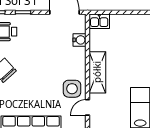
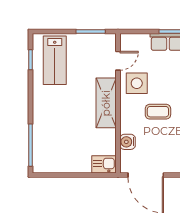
coffee table: (54, 65) -> (158, 112), added

